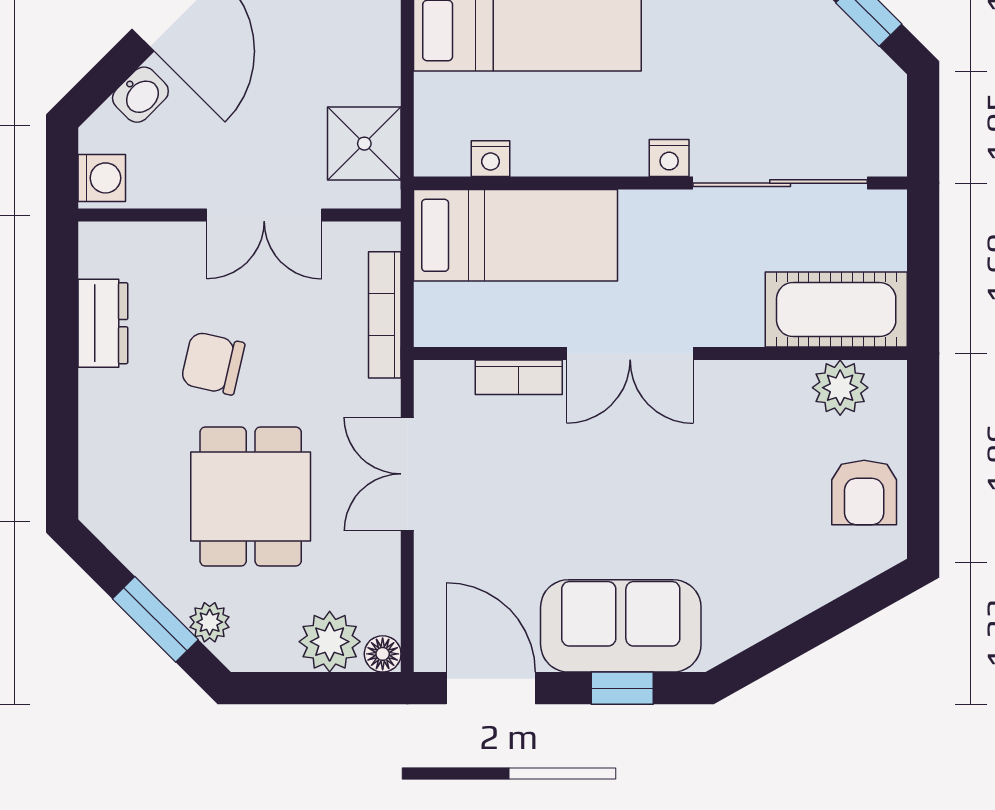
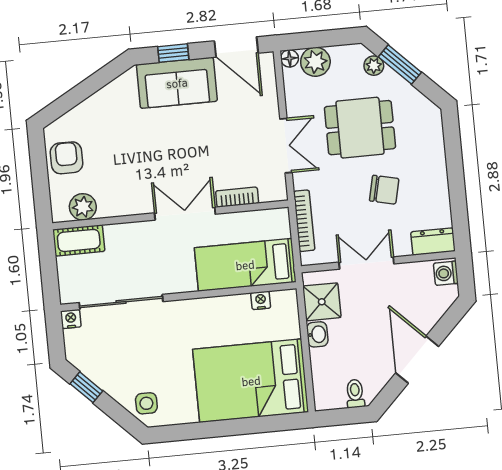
washbasin: (140, 95) -> (317, 334), moved, turned 135
nightstand: (669, 158) -> (71, 319), moved
cot: (836, 309) -> (79, 240), width x0.73, depth x0.75
dresser: (103, 323) -> (433, 241), moved, turned 90
dining table: (251, 497) -> (360, 128), turned 90

